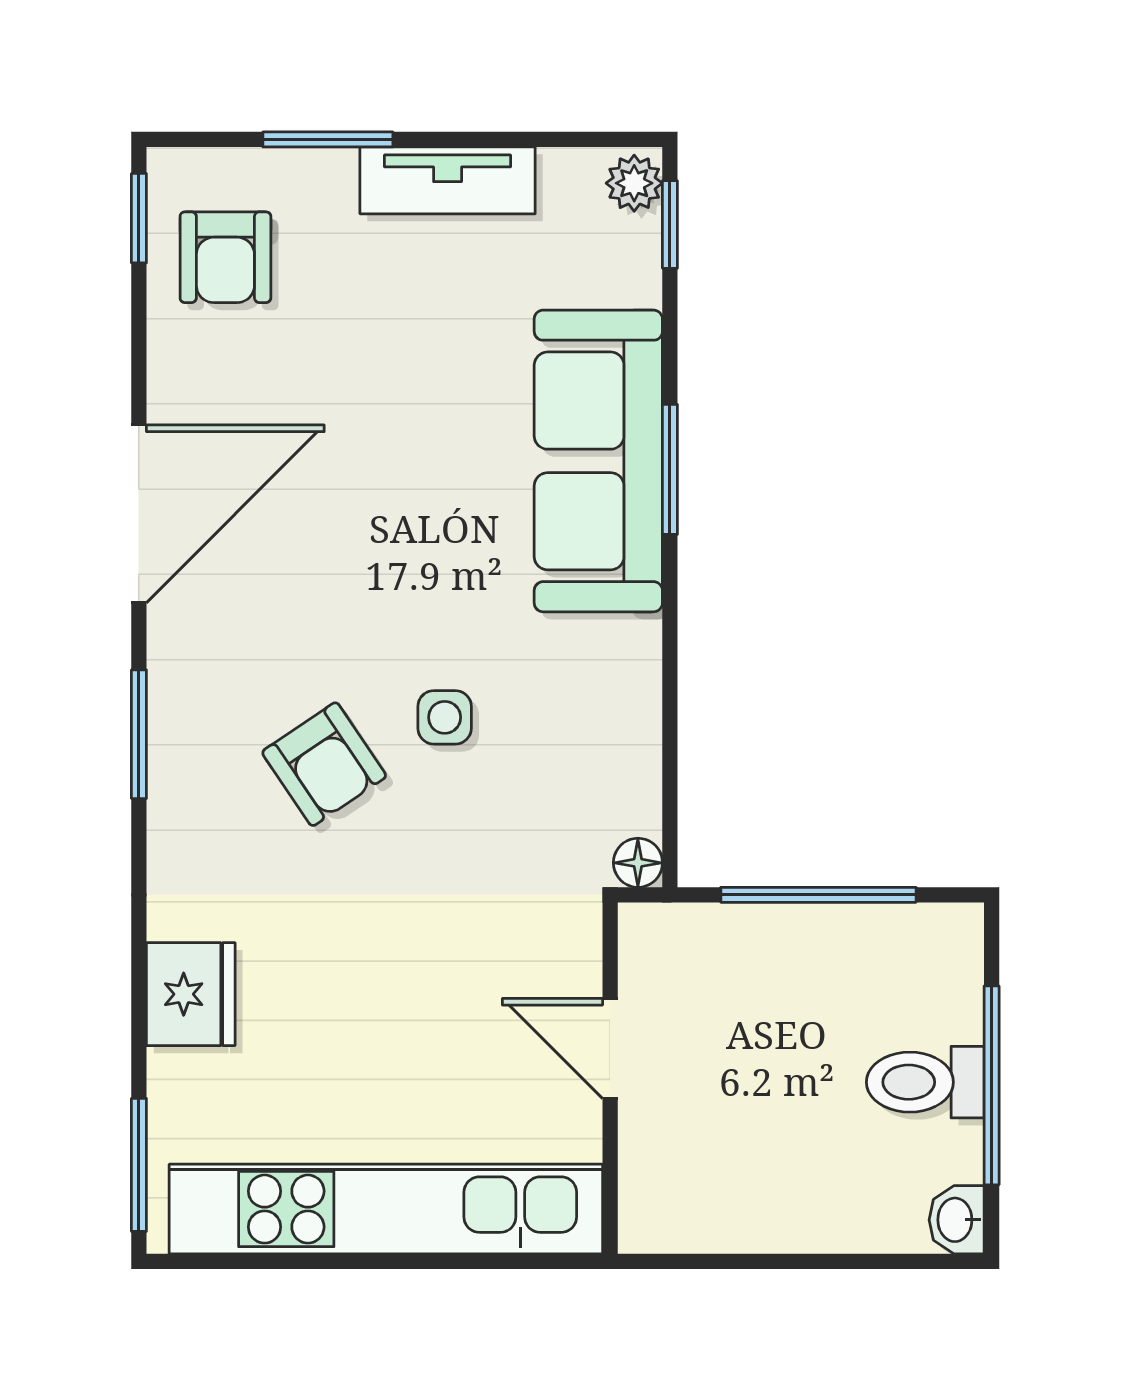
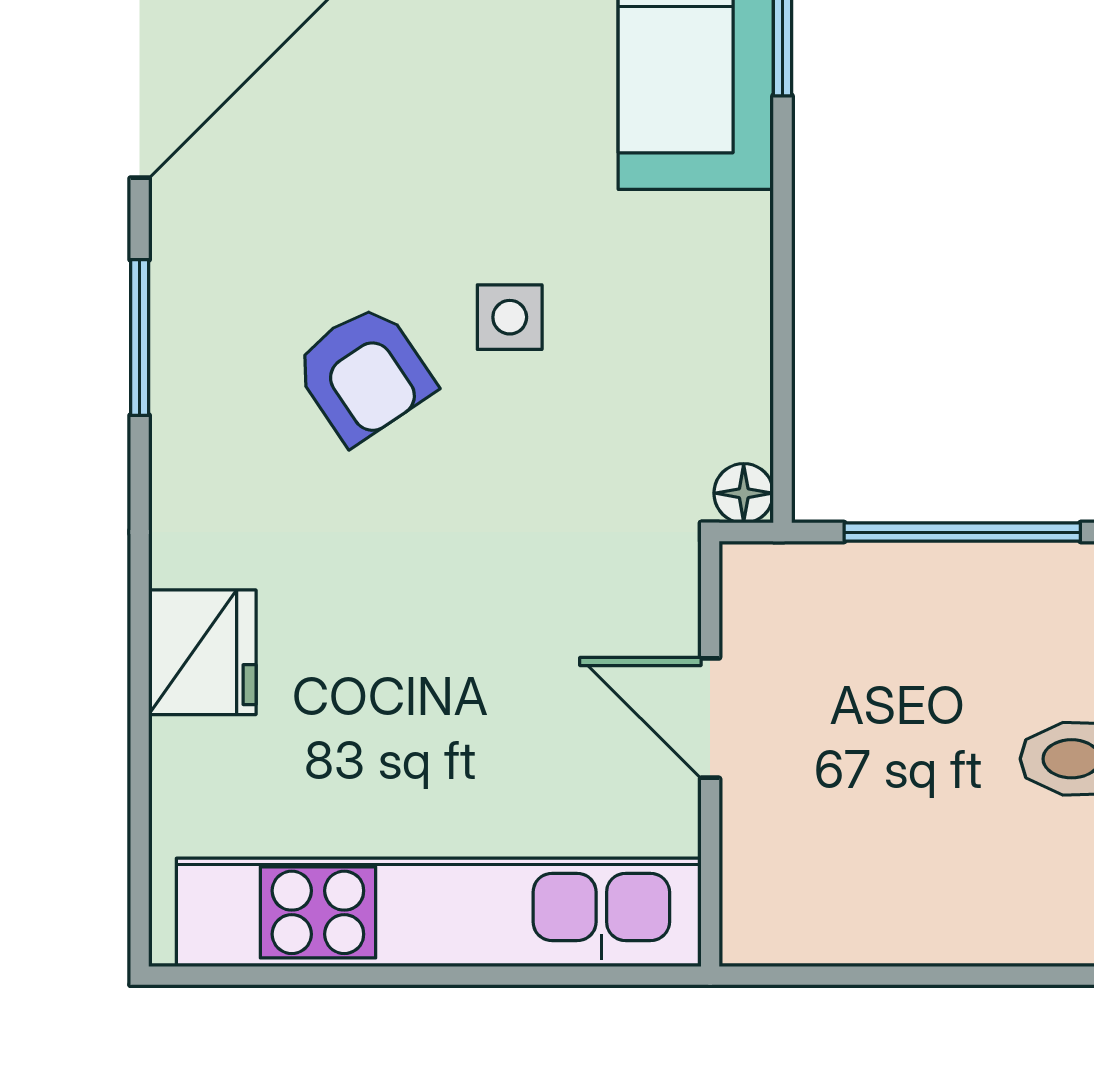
window: (139, 1165) -> (140, 859), removed

